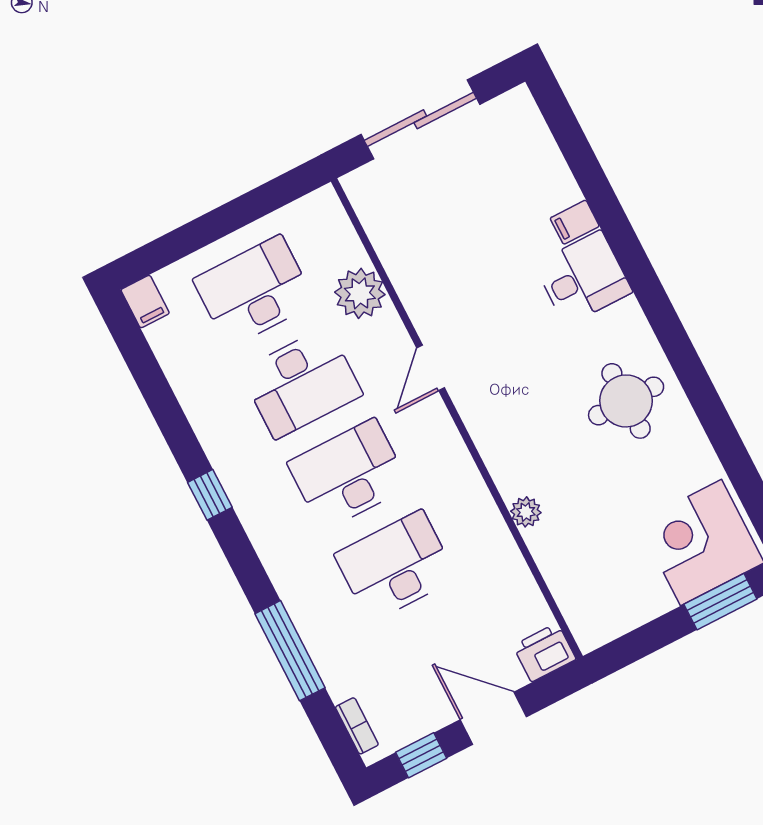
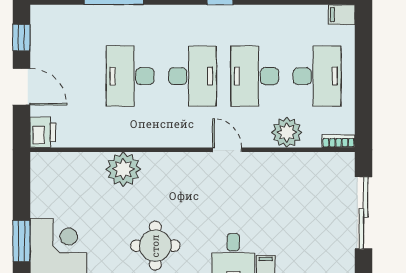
plant: (526, 512) -> (123, 169), width x1.88, depth x1.88
desk: (396, 566) -> (130, 76), turned 180
door: (493, 718) -> (21, 87), hinge flipped
bookcase: (357, 726) -> (339, 141), moved, turned 180

